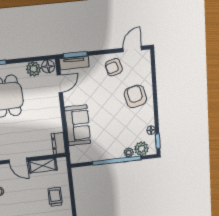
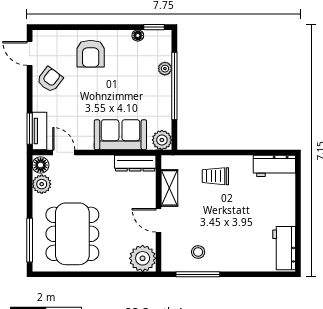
armchair: (114, 67) -> (50, 80), turned -128
armchair: (135, 96) -> (91, 54), turned -77
dresser: (58, 143) -> (135, 163), width x1.44
plant: (141, 149) -> (162, 140), moved
door: (18, 160) -> (158, 220), swing flipped

